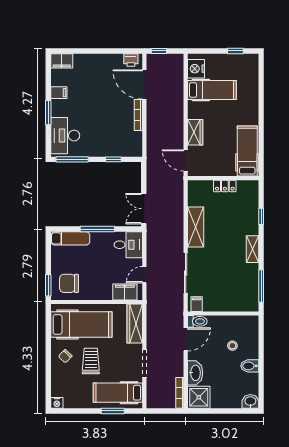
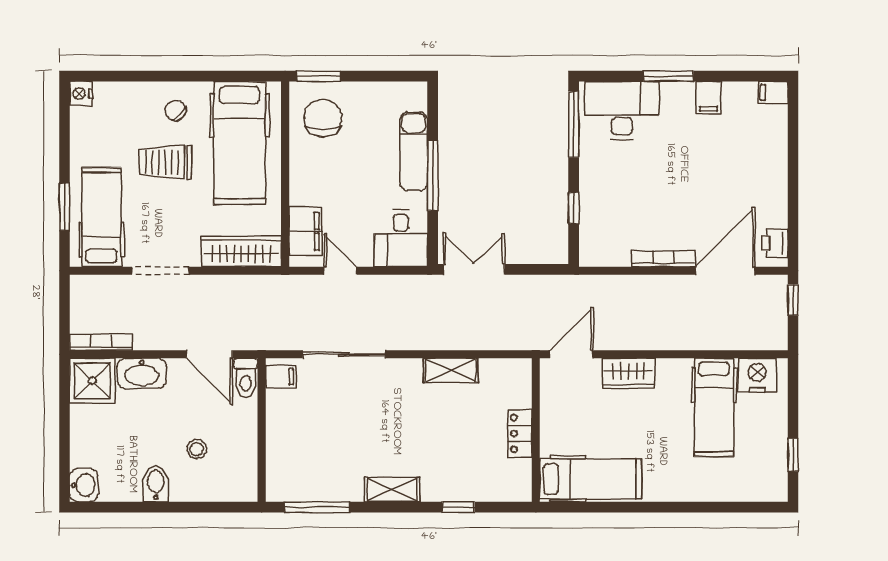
filing cabinet: (62, 61) -> (773, 92), width x0.50
shelving: (196, 227) -> (451, 370), width x0.67, depth x0.75
exam couch: (70, 238) -> (414, 151), moved
trolley: (91, 361) -> (166, 162), turned 180

